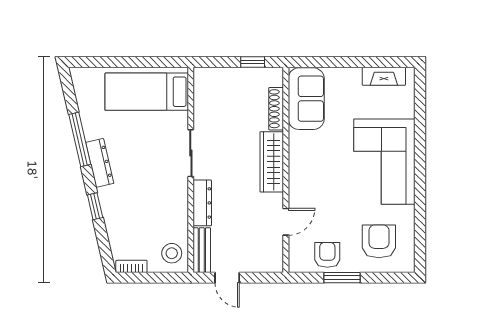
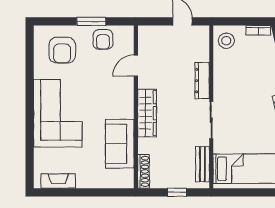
window: (253, 62) -> (177, 192), moved
sofa: (306, 99) -> (120, 144), moved
shoe rack: (276, 109) -> (144, 171), moved
bench: (202, 250) -> (202, 164), moved

